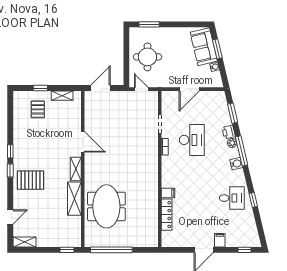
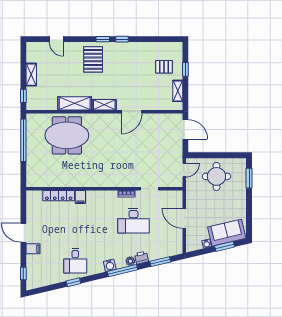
shelving: (24, 242) -> (31, 75), moved

